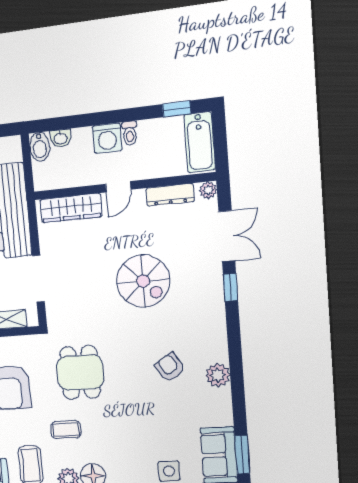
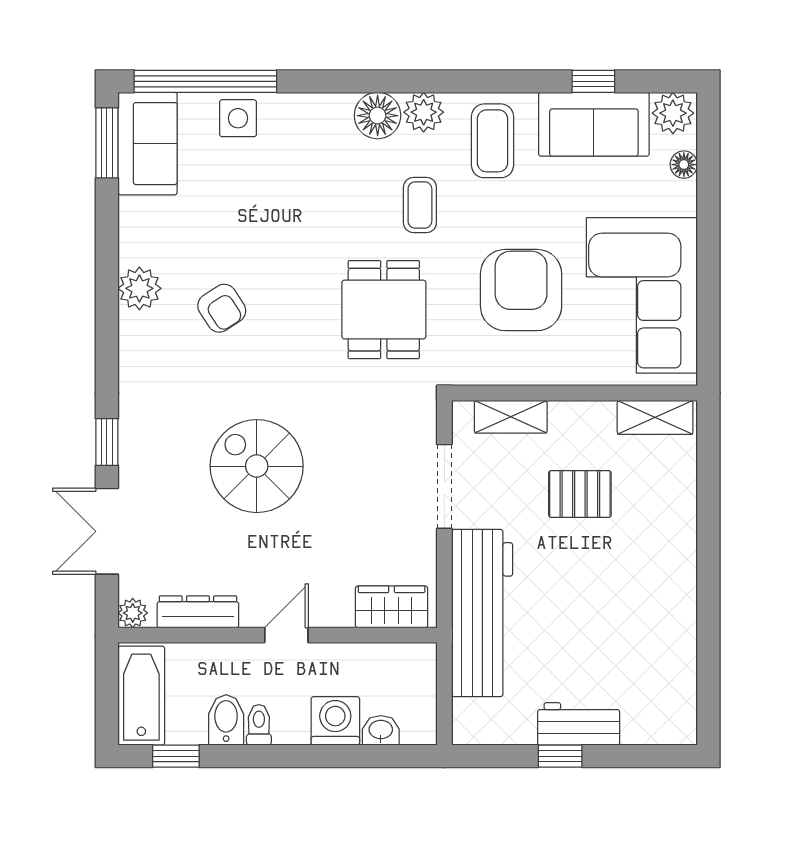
washing machine: (107, 138) -> (335, 721), moved
bidet: (40, 147) -> (226, 720), moved
wardrobe: (71, 208) -> (392, 607), width x0.67
coffee table: (66, 430) -> (420, 205), turned 90

